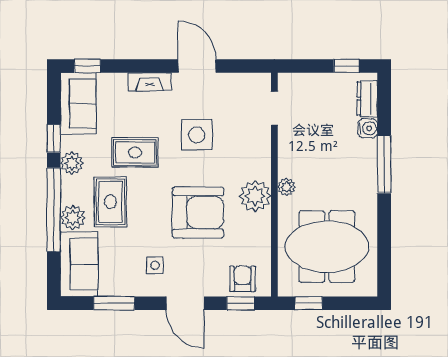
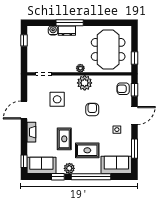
dresser: (367, 99) -> (67, 31), moved
side table: (197, 135) -> (57, 99), moved
armchair: (198, 212) -> (92, 110), width x0.53, depth x0.53
plant: (73, 218) -> (95, 168), removed

